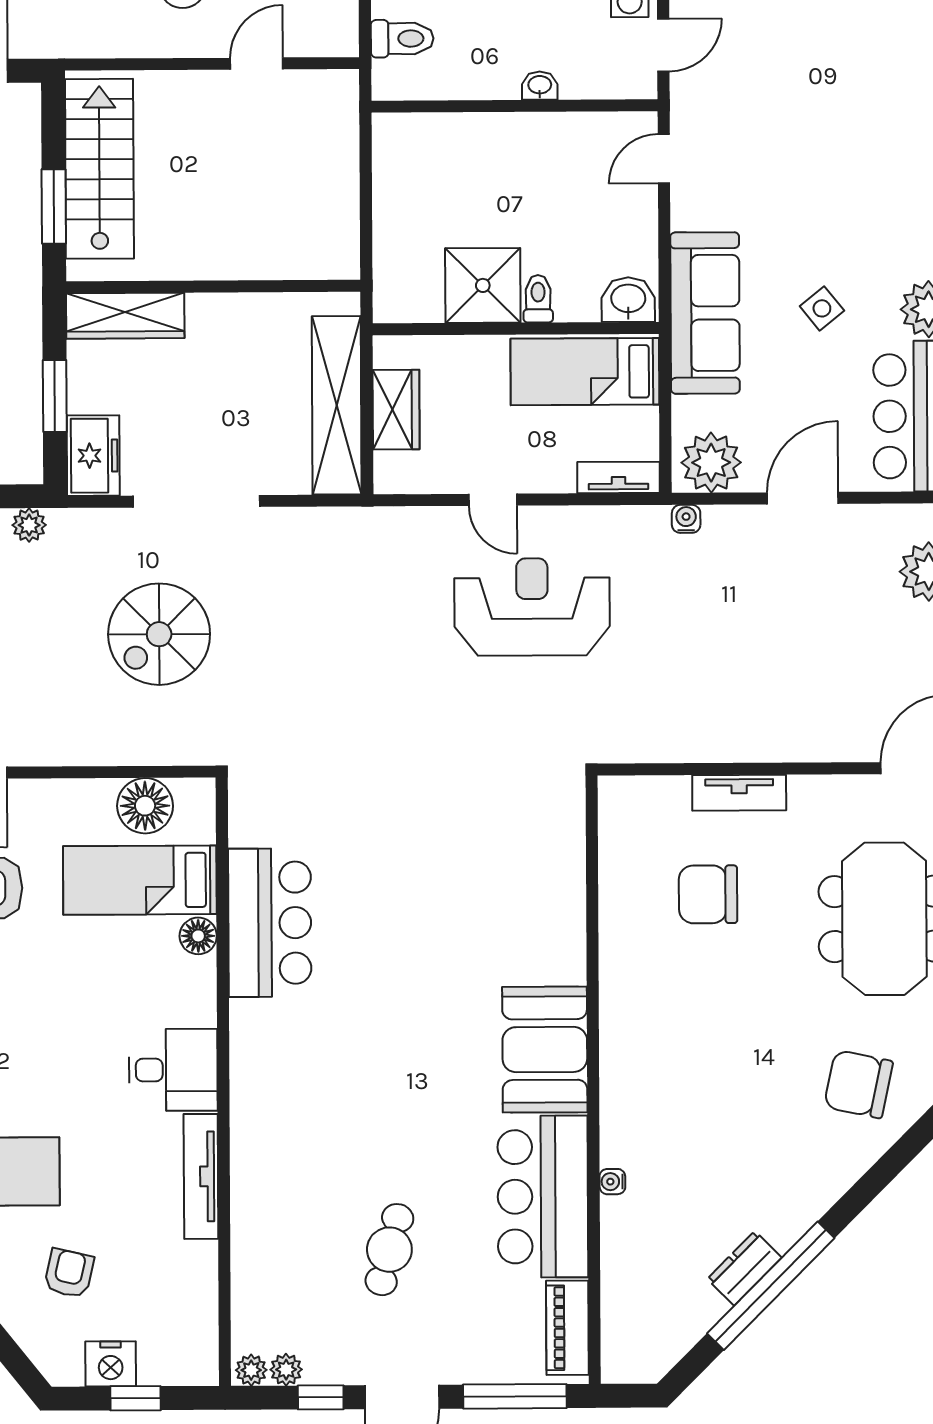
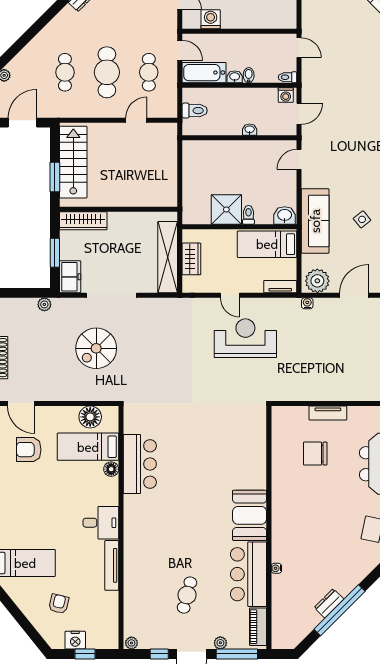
plant: (286, 1370) -> (220, 643), moved

